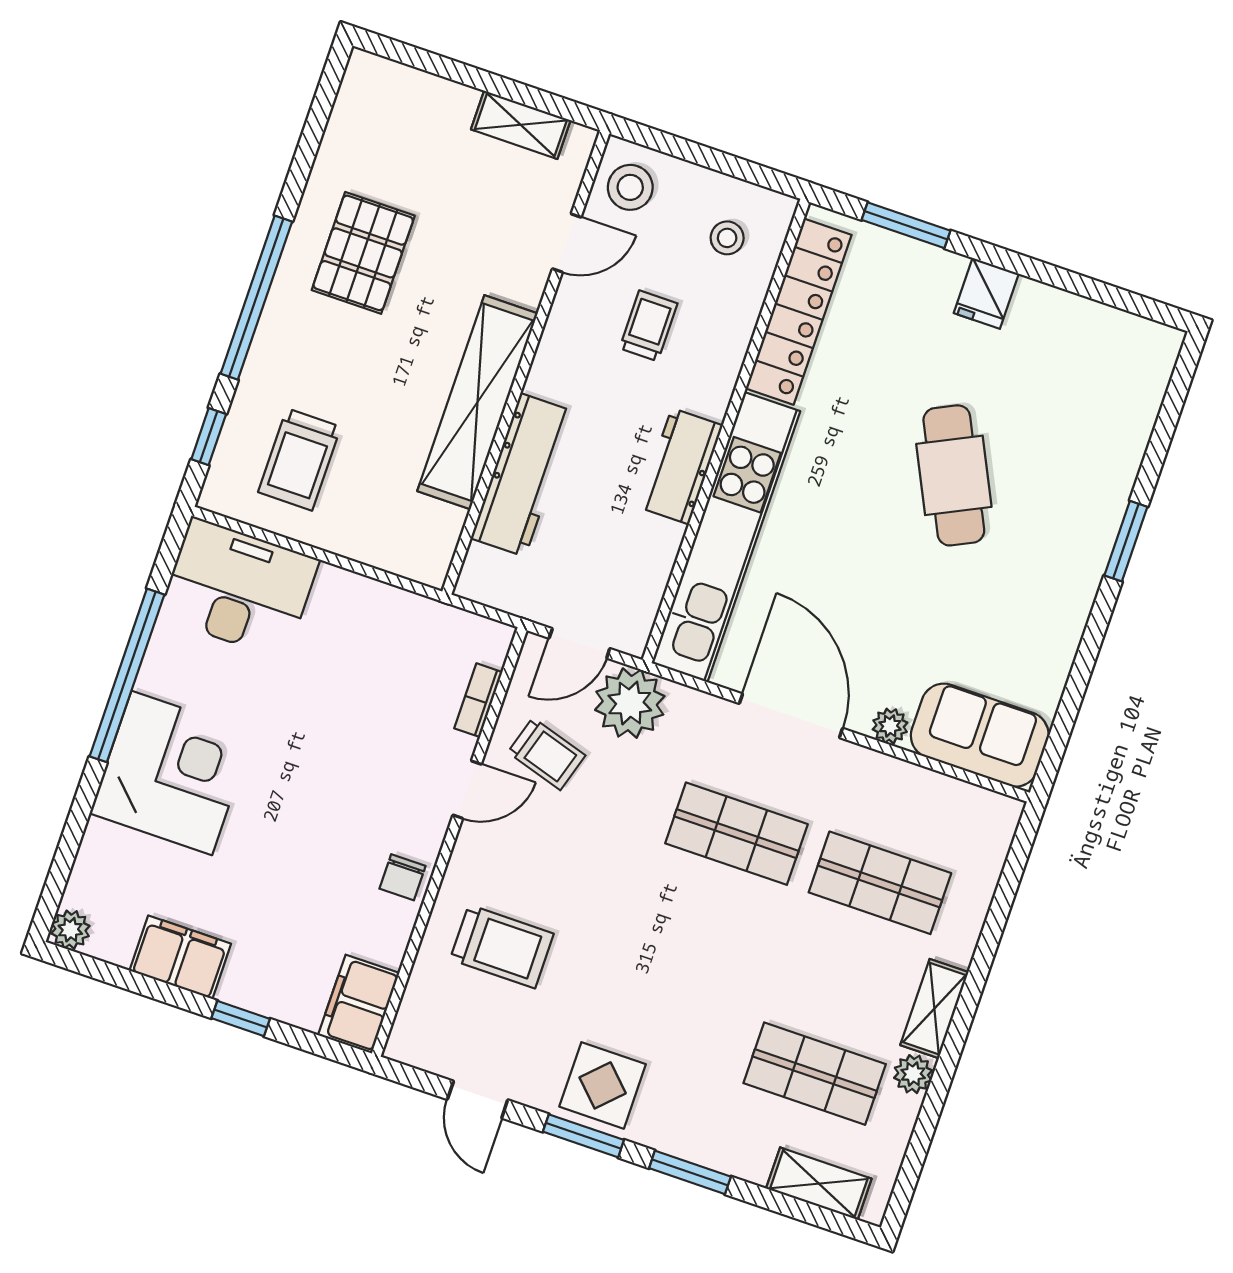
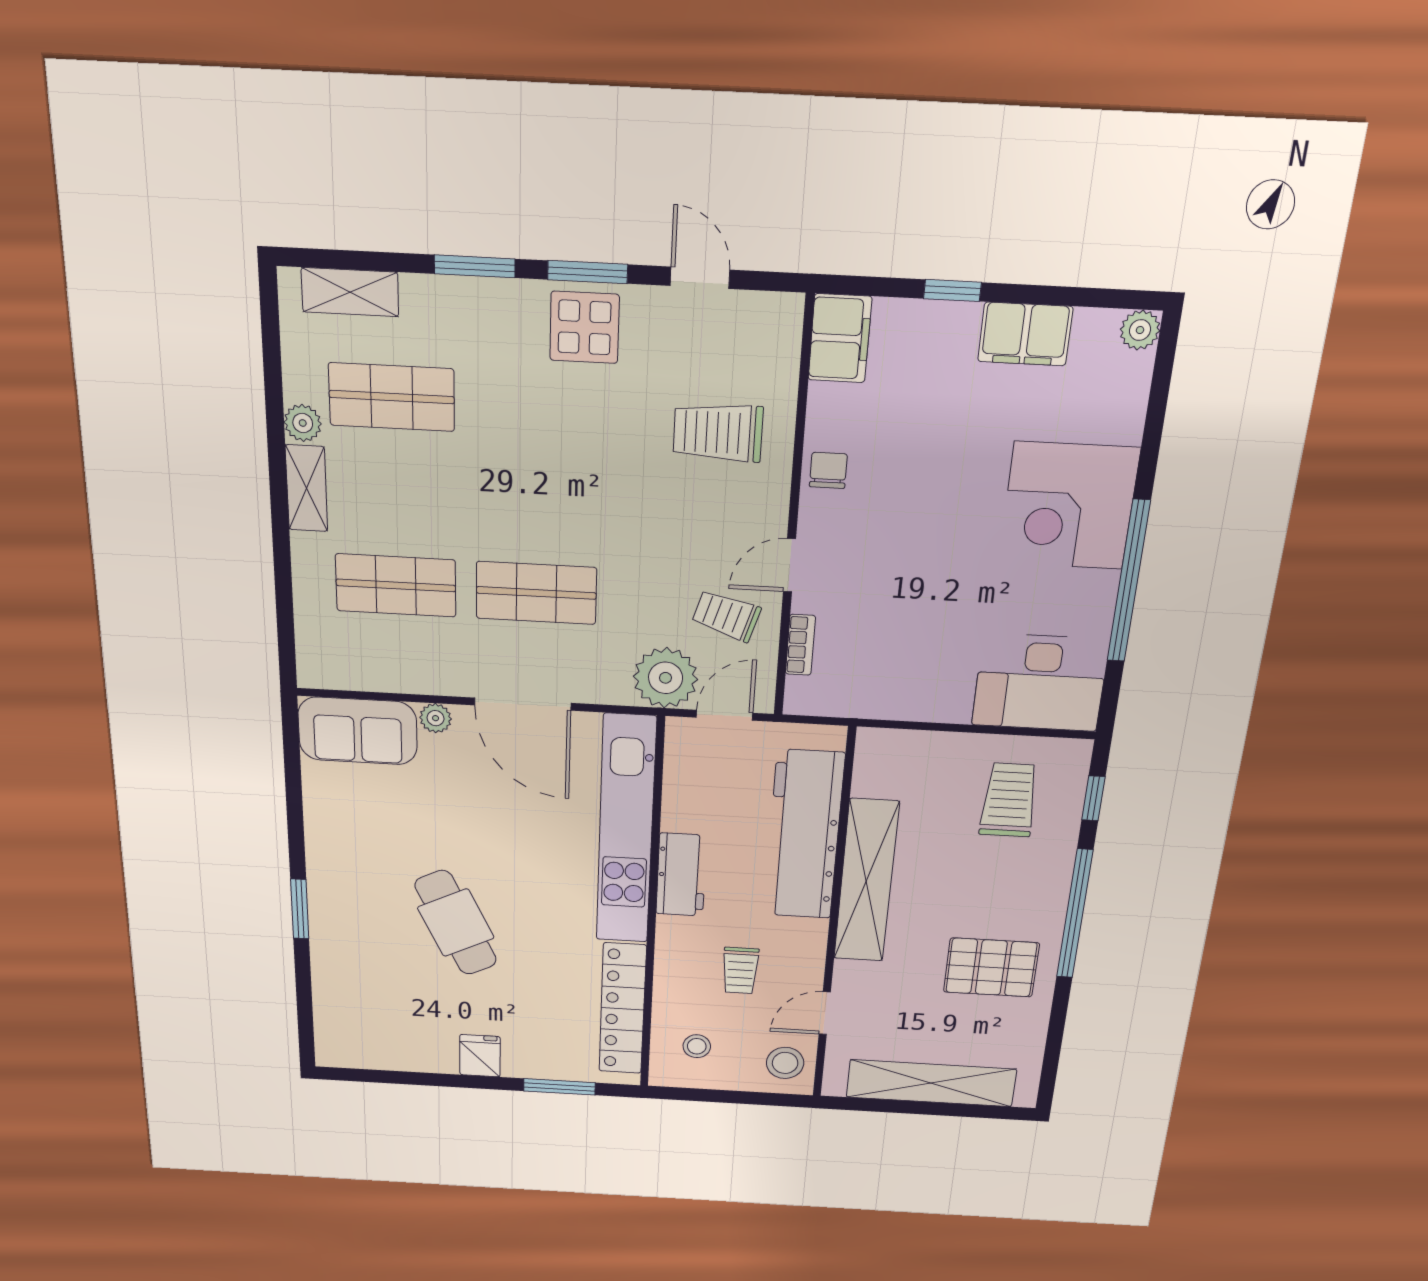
shelving: (521, 125) -> (931, 1083), width x2.20, depth x1.33
pallet: (363, 253) -> (991, 968), turned 90
workbench: (523, 475) -> (804, 835), width x1.36, depth x1.32

